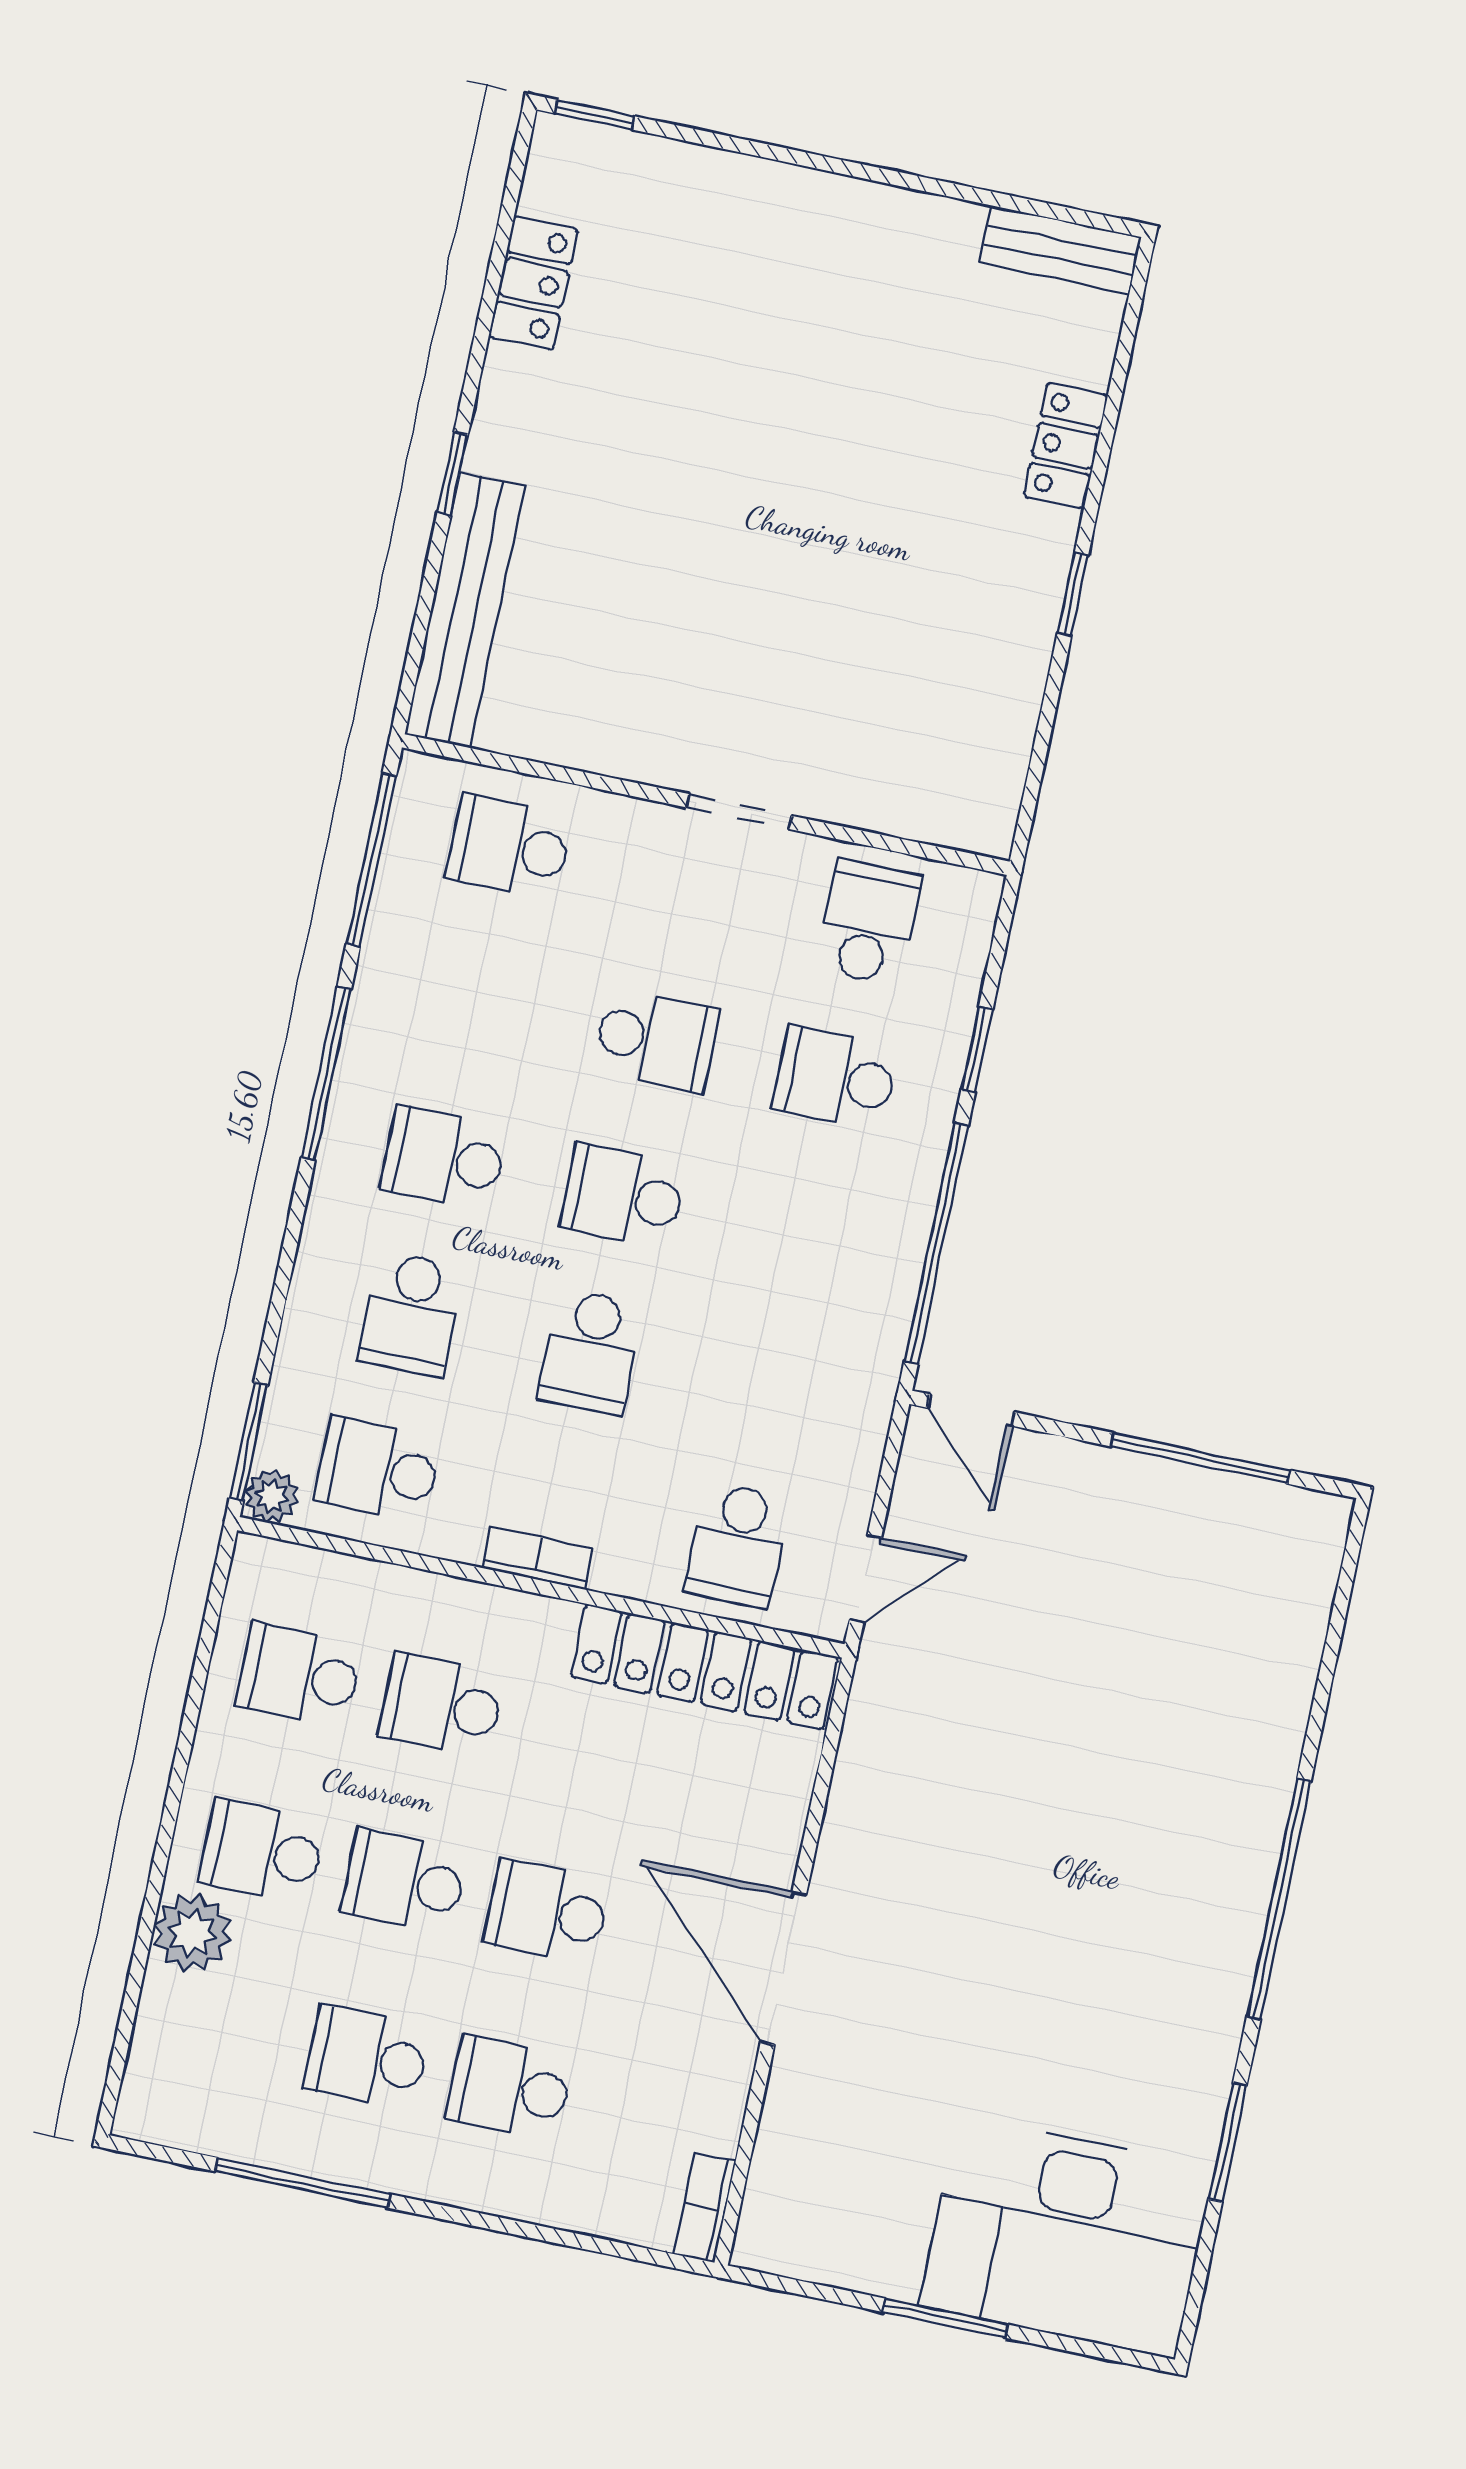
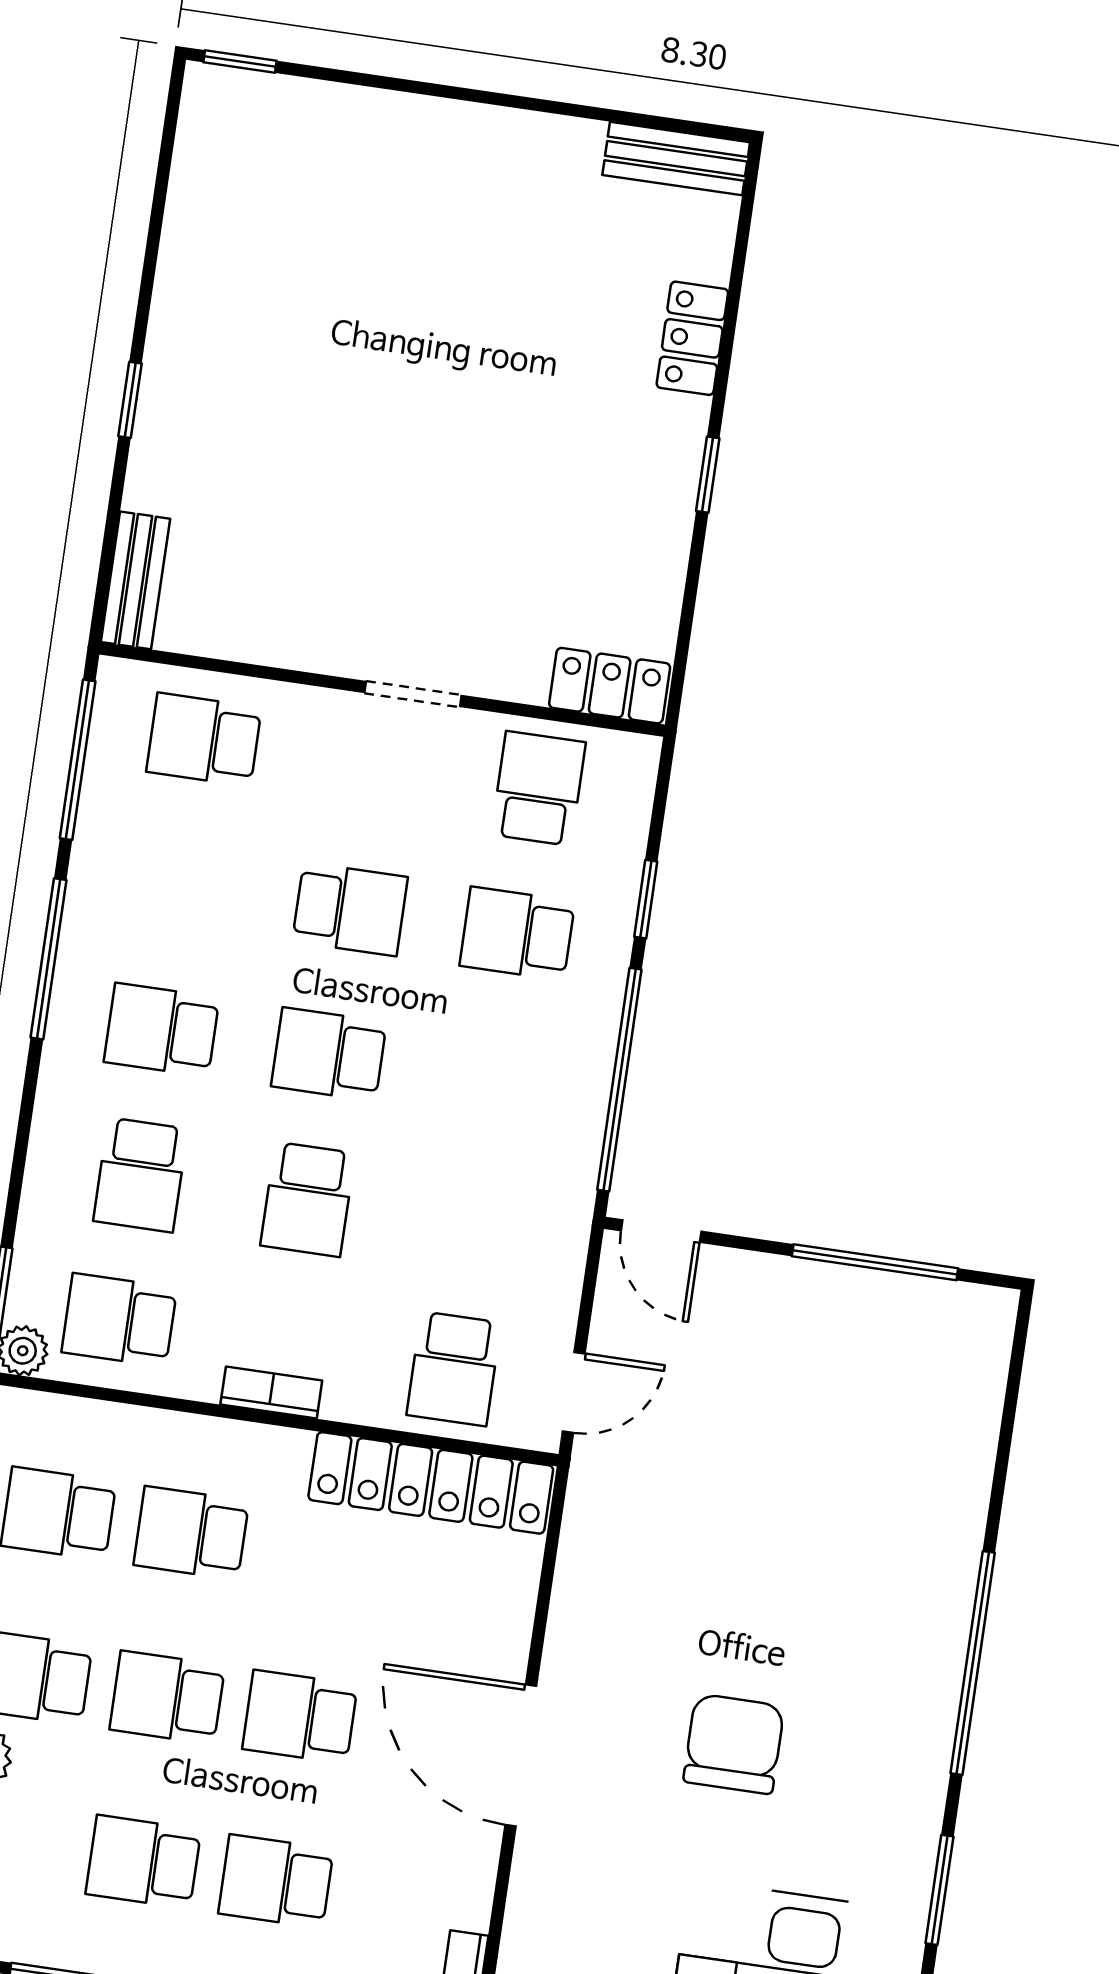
locker: (534, 283) -> (610, 686), moved, turned -90
bench: (465, 610) -> (136, 580), width x0.54, depth x0.82
chair: (1015, 1970) -> (734, 1744), added

